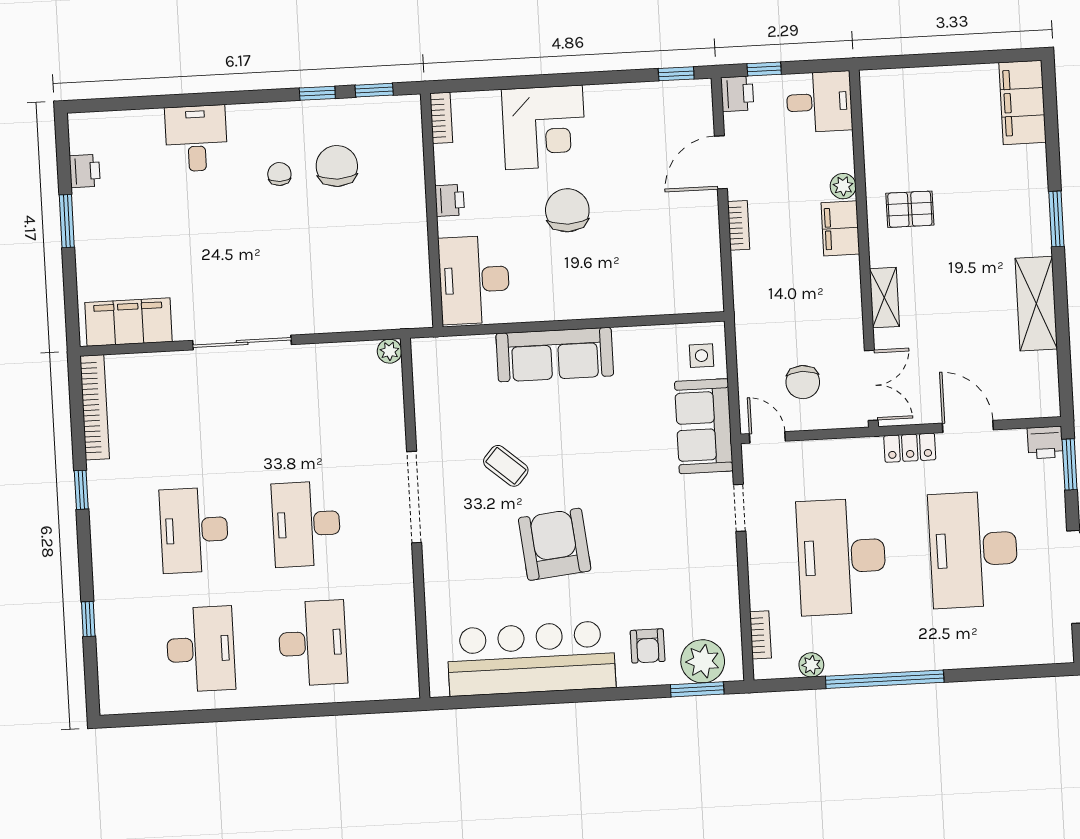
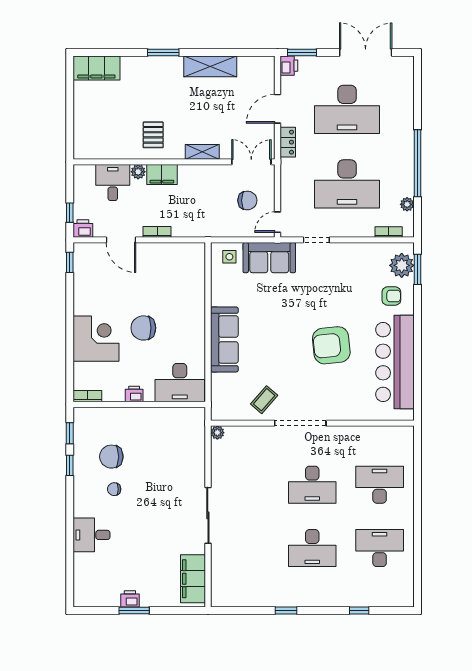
desk: (819, 102) -> (113, 183), moved
printer: (85, 171) -> (130, 599), moved
bookcase: (95, 407) -> (240, 600), removed
coffee table: (506, 466) -> (264, 400), moved

